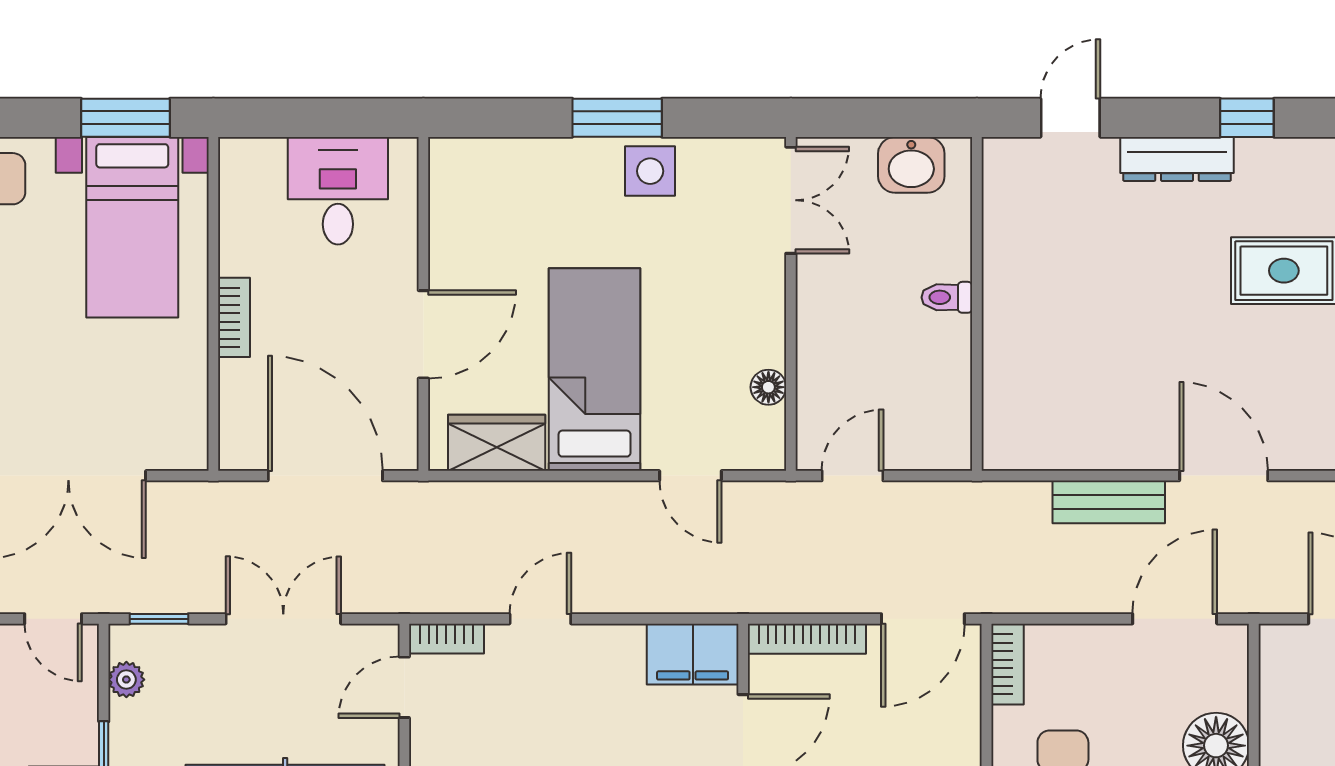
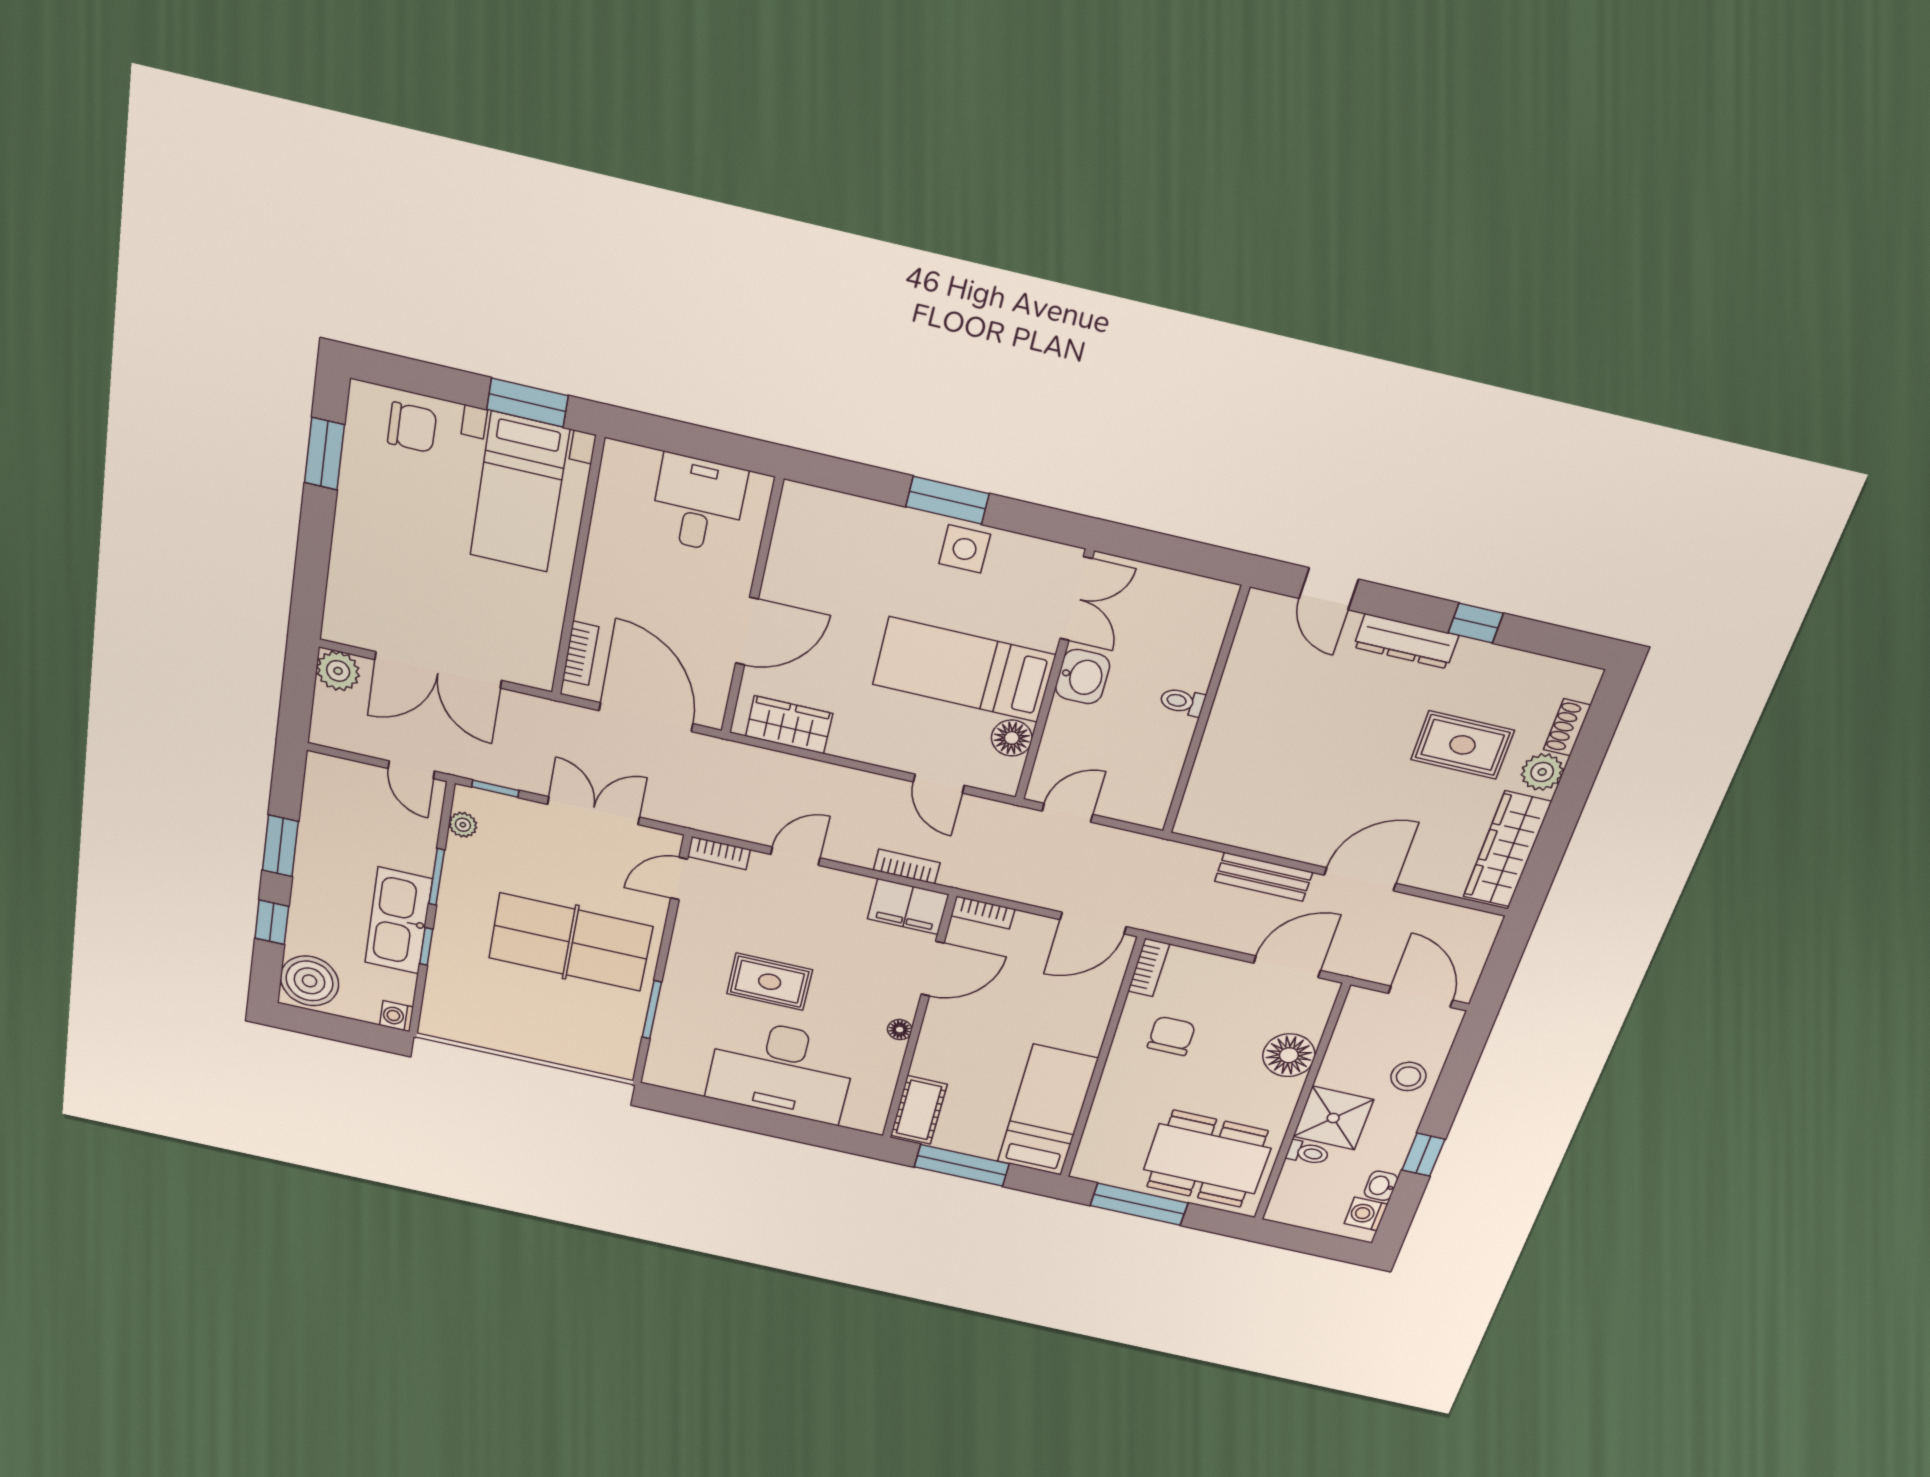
door: (1070, 118) -> (1329, 589), swing flipped
washbasin: (911, 165) -> (1083, 677), moved, turned -90
bookcase: (234, 317) -> (581, 653), moved
bed: (595, 370) -> (964, 670), moved, turned -90
floor lamp: (768, 387) -> (1012, 738), width x1.37, depth x1.37
door: (1224, 476) -> (1360, 879), hinge flipped
bookcase: (678, 598) -> (907, 866), added
bookcase: (807, 639) -> (983, 912), width x0.64

